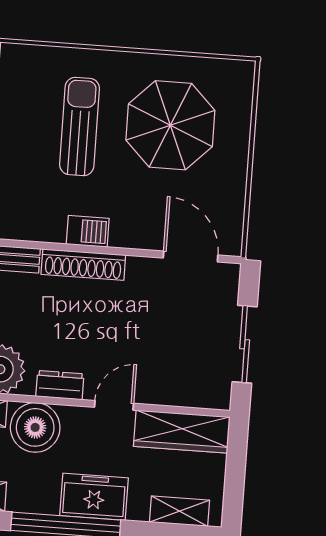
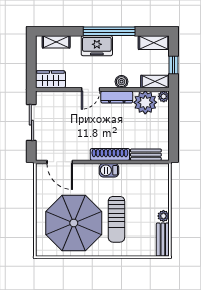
parasol: (170, 125) -> (74, 223), width x1.36, depth x1.36
dresser: (60, 385) -> (117, 97), width x1.44
boiler: (35, 427) -> (121, 82), width x0.54, depth x0.54
wardrobe: (182, 432) -> (50, 79), width x0.67

